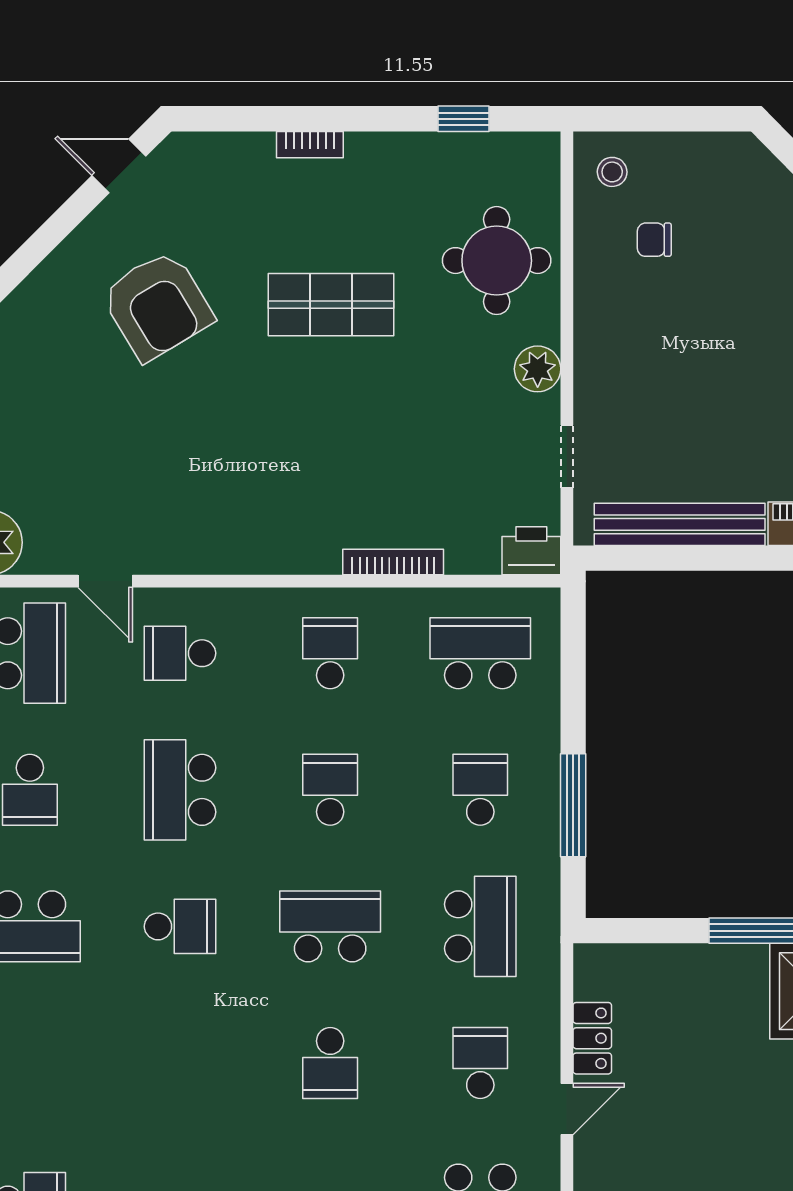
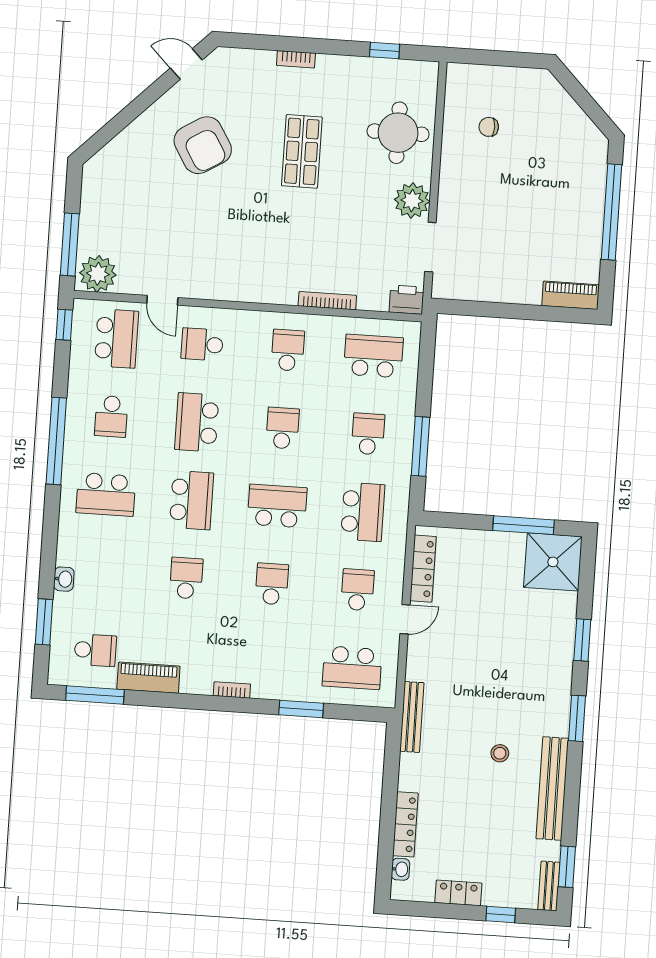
stool: (612, 172) -> (467, 87), removed
shop shelf: (331, 305) -> (302, 151), turned 90
plant: (538, 369) -> (412, 201), width x1.36, depth x1.36
doorway: (567, 456) -> (430, 247), width x1.38
bench: (680, 524) -> (492, 290), removed
school desk: (180, 926) -> (192, 500), width x1.85
locker: (592, 1038) -> (423, 569), width x1.53
school desk: (180, 1063) -> (186, 578), added
school desk: (330, 1063) -> (272, 584), turned 180

